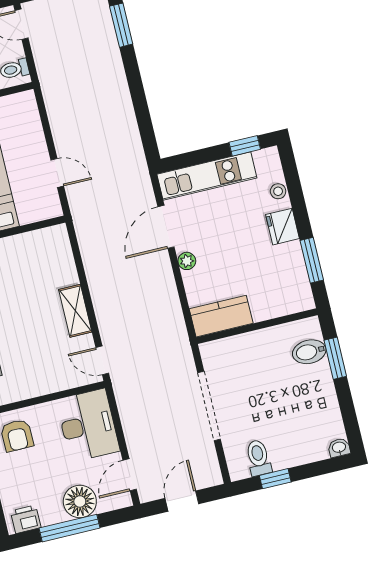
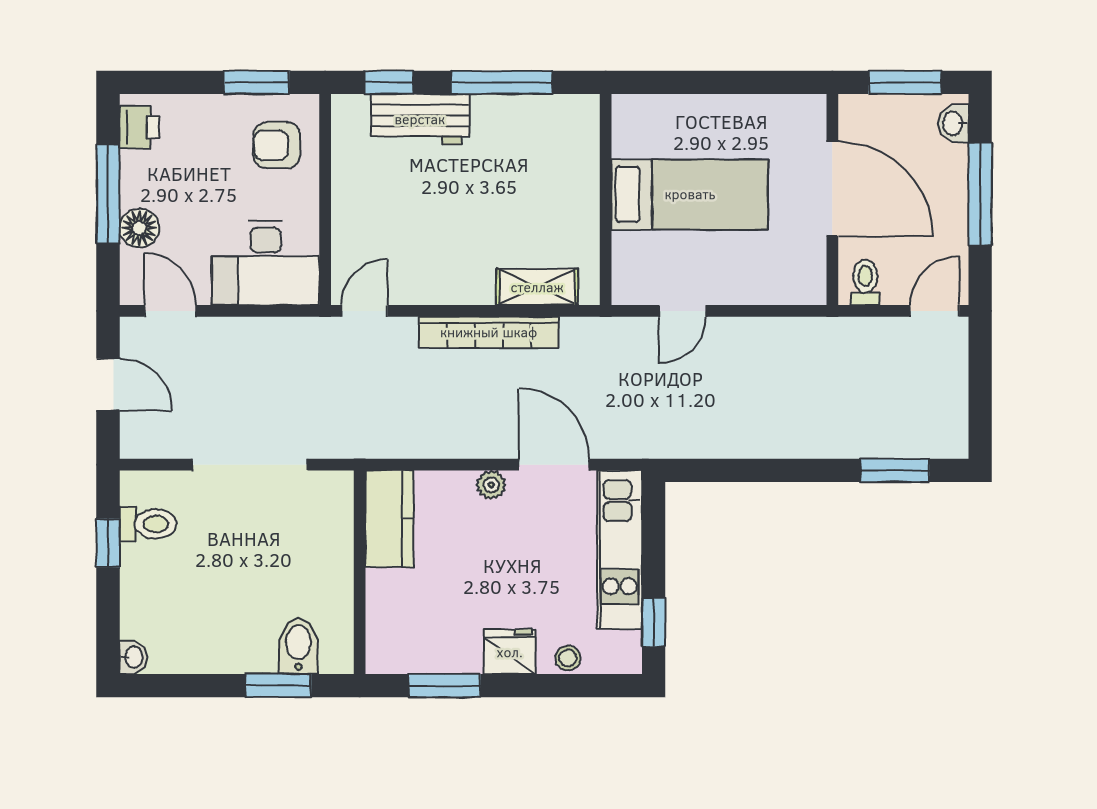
bookcase: (97, 284) -> (489, 332), added
shelving: (75, 311) -> (537, 287), moved
floor lamp: (80, 501) -> (139, 228), width x0.73, depth x0.73

